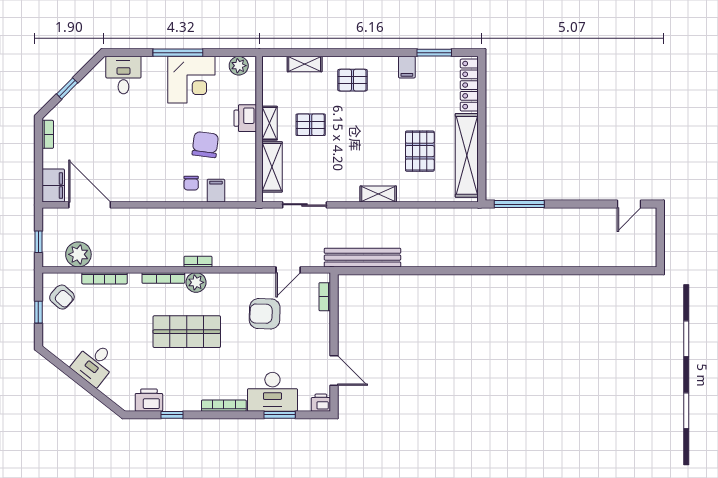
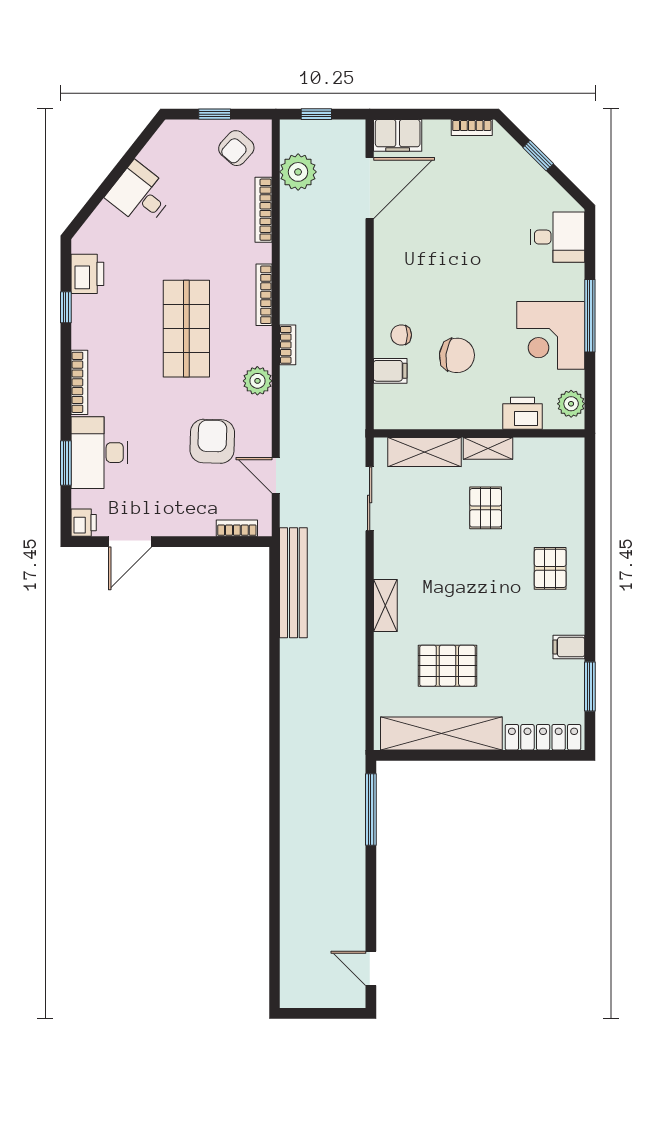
shelving: (305, 64) -> (573, 499), removed
printer: (245, 118) -> (522, 413), moved
plant: (196, 282) -> (257, 381), moved

